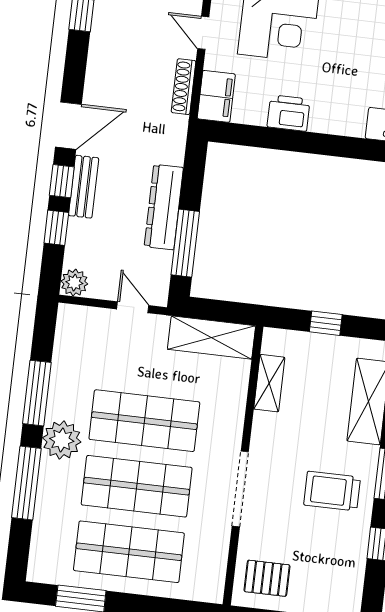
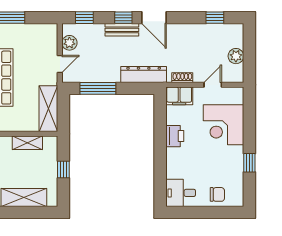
shoe rack: (184, 87) -> (182, 78), width x0.70
dresser: (164, 207) -> (144, 75), moved
window: (56, 228) -> (84, 18), moved
plant: (74, 283) -> (69, 43), moved

